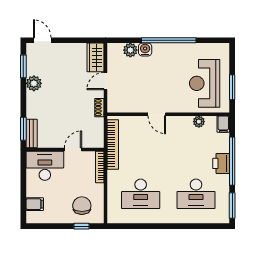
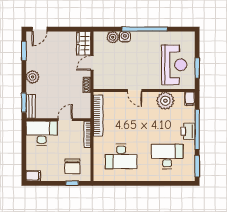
door: (42, 40) -> (40, 29), swing flipped
plant: (34, 83) -> (33, 77), moved
reception desk: (205, 83) -> (174, 65), turned 180
plant: (199, 122) -> (165, 101), width x1.87, depth x1.87
desk: (196, 194) -> (167, 156), turned 180
filing cabinet: (35, 204) -> (33, 176), moved
chair: (82, 206) -> (72, 166), turned 180

